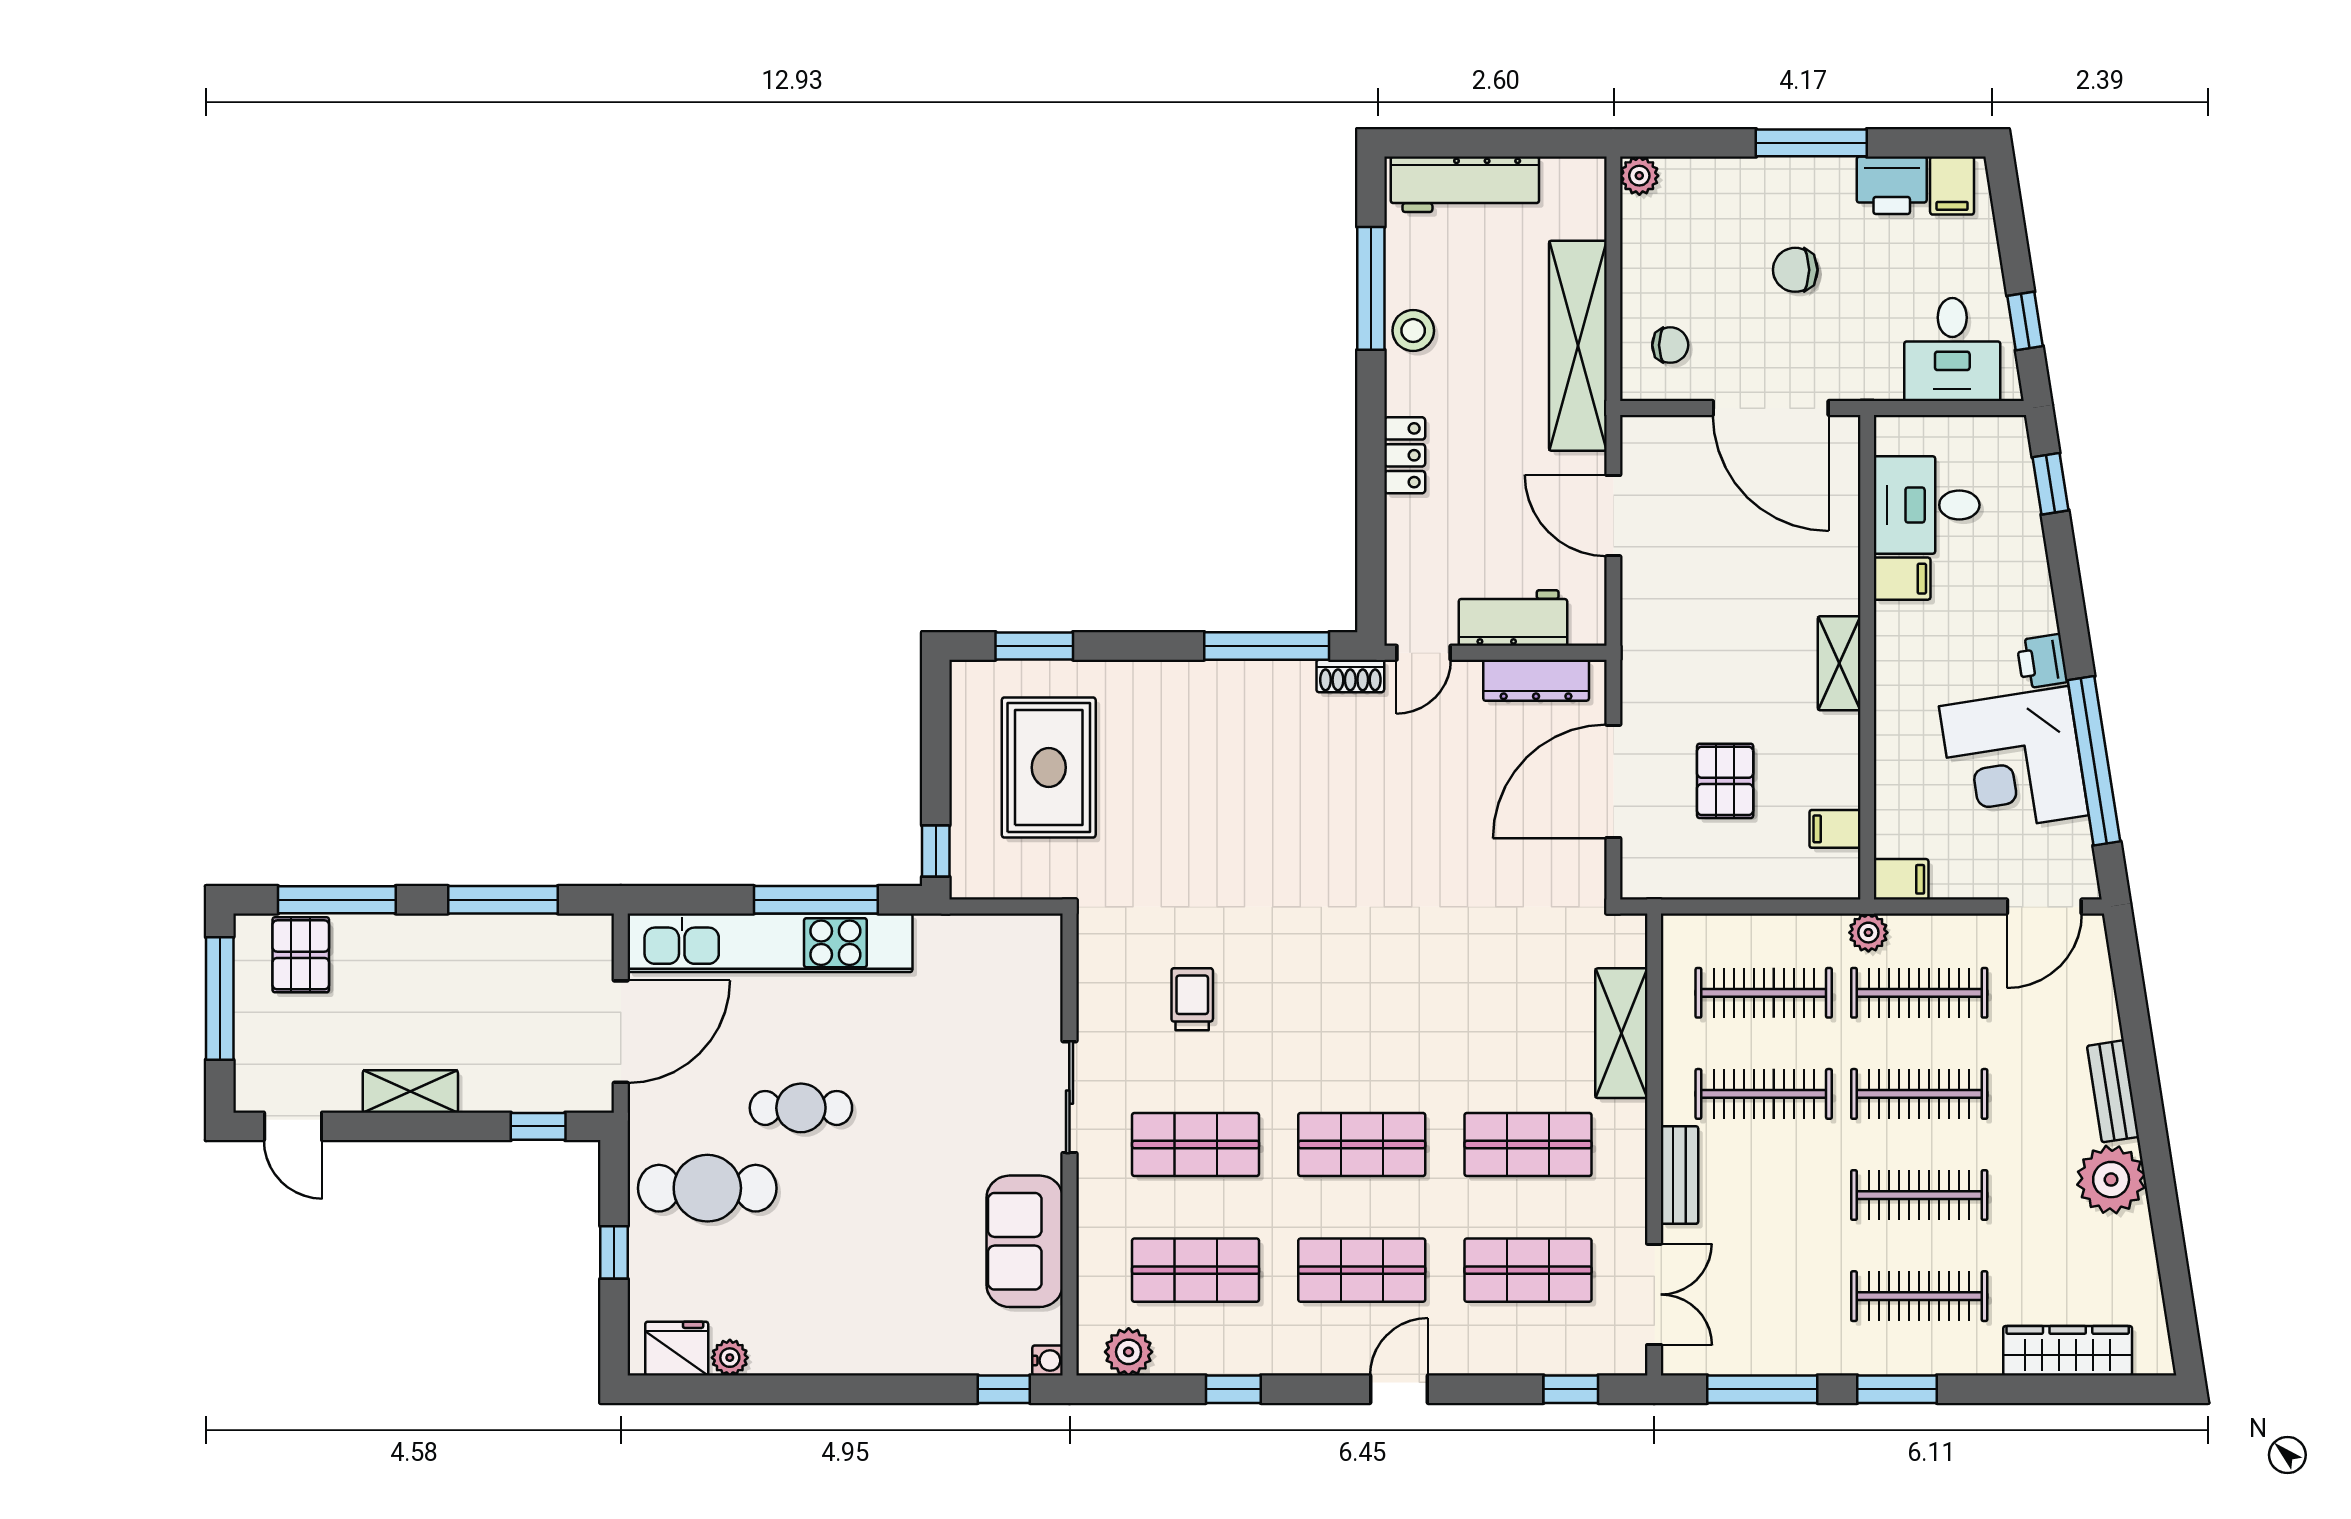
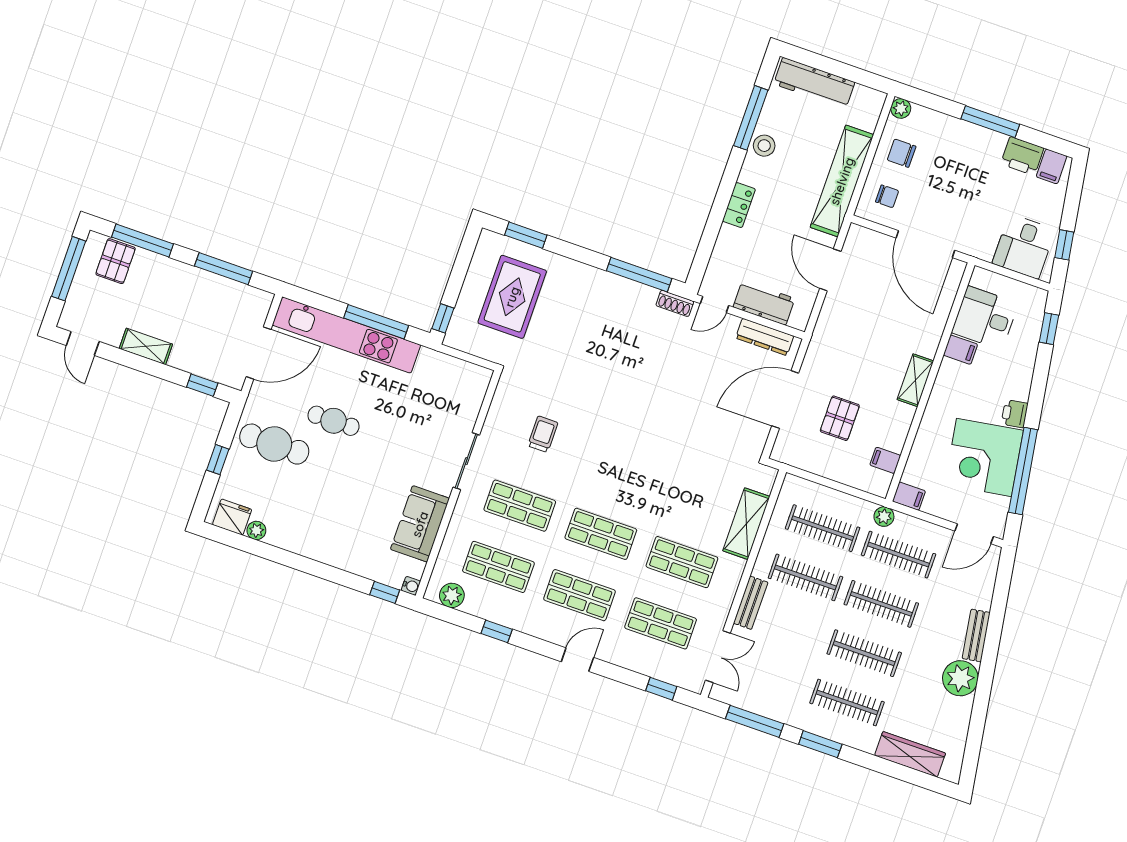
chair: (1795, 270) -> (902, 153), moved

